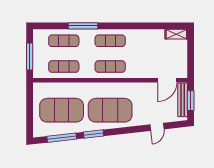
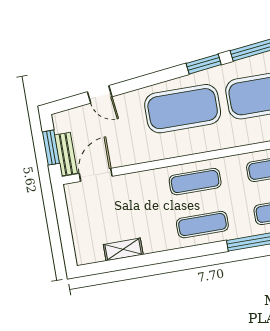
shelving: (176, 34) -> (123, 249), moved
bench: (183, 100) -> (66, 154), width x0.73
door: (157, 127) -> (100, 94), swing flipped

